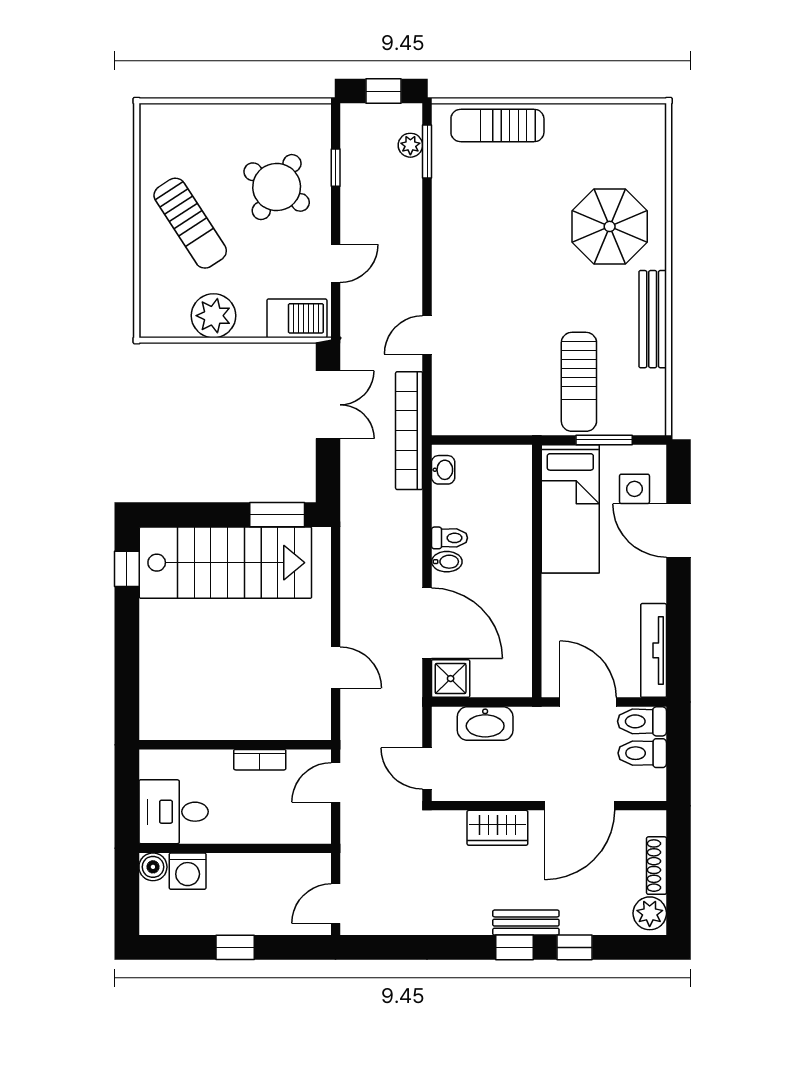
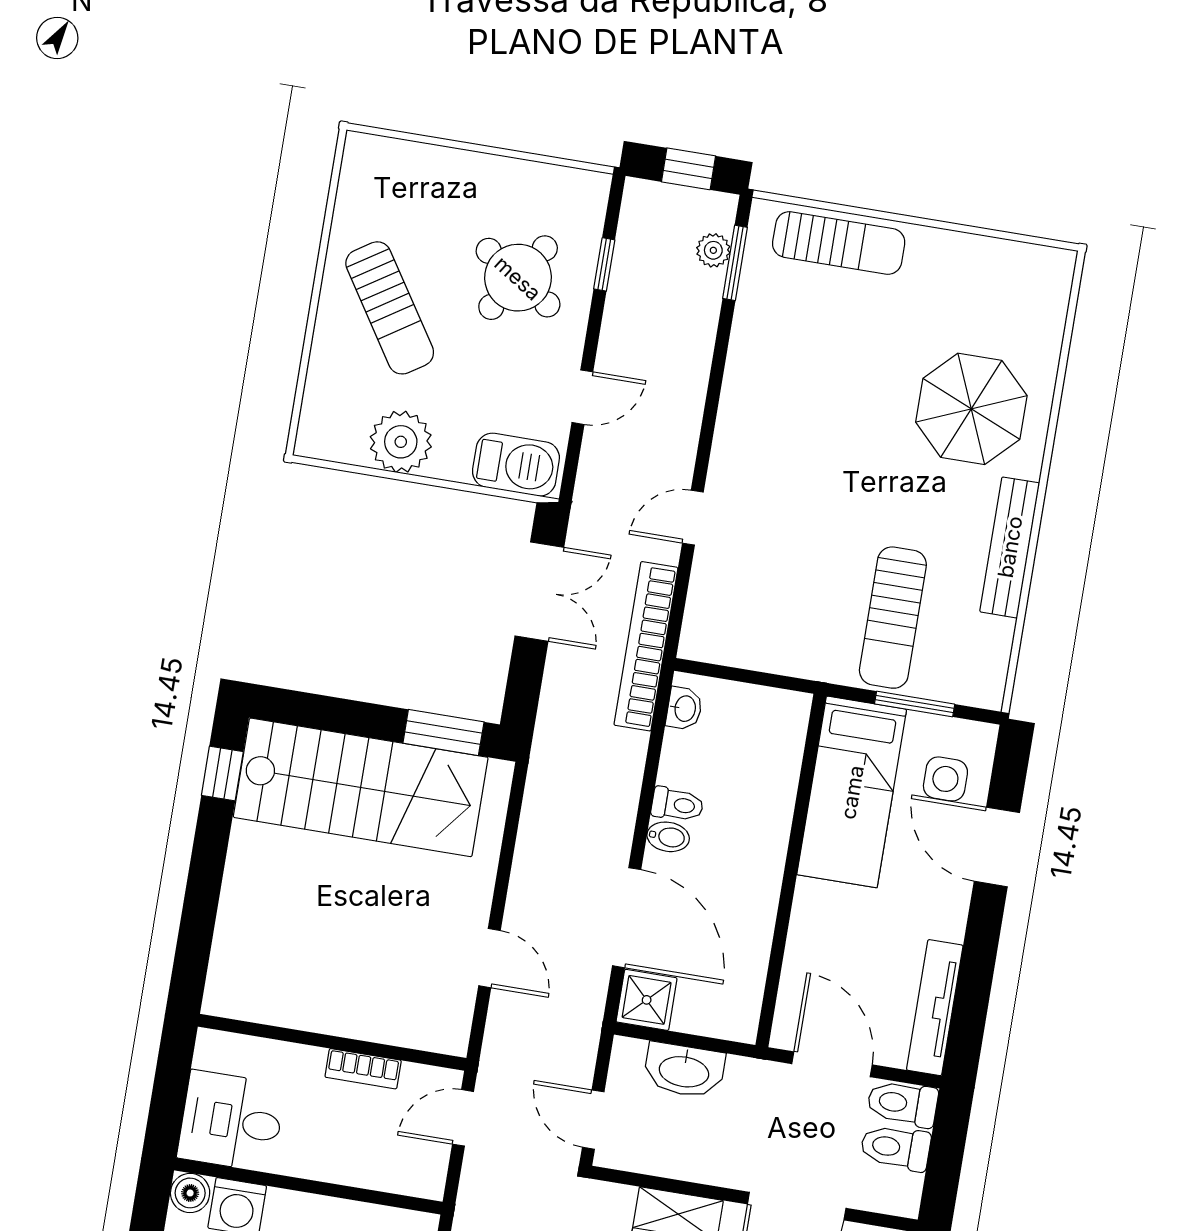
sun lounger: (497, 126) -> (839, 243), turned 180

